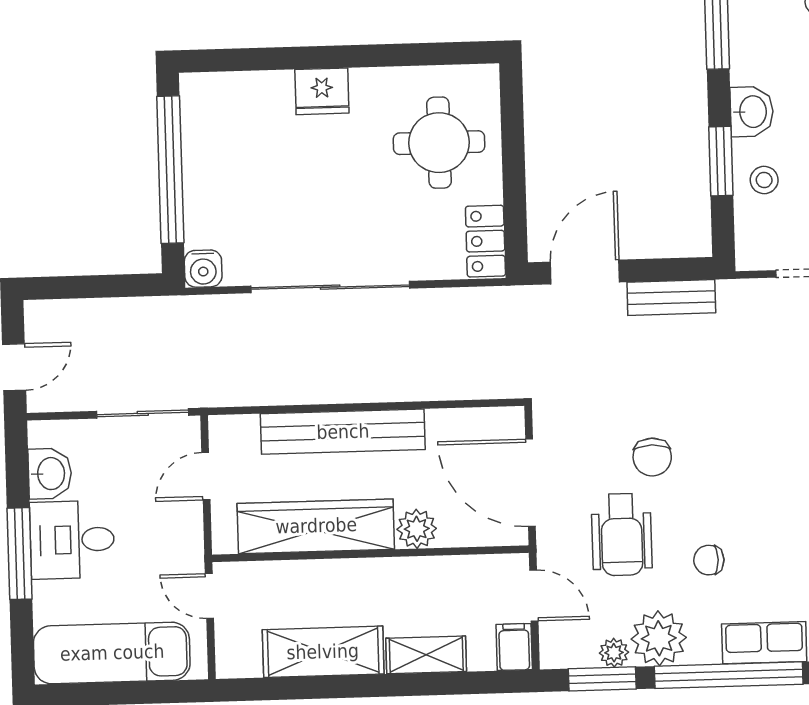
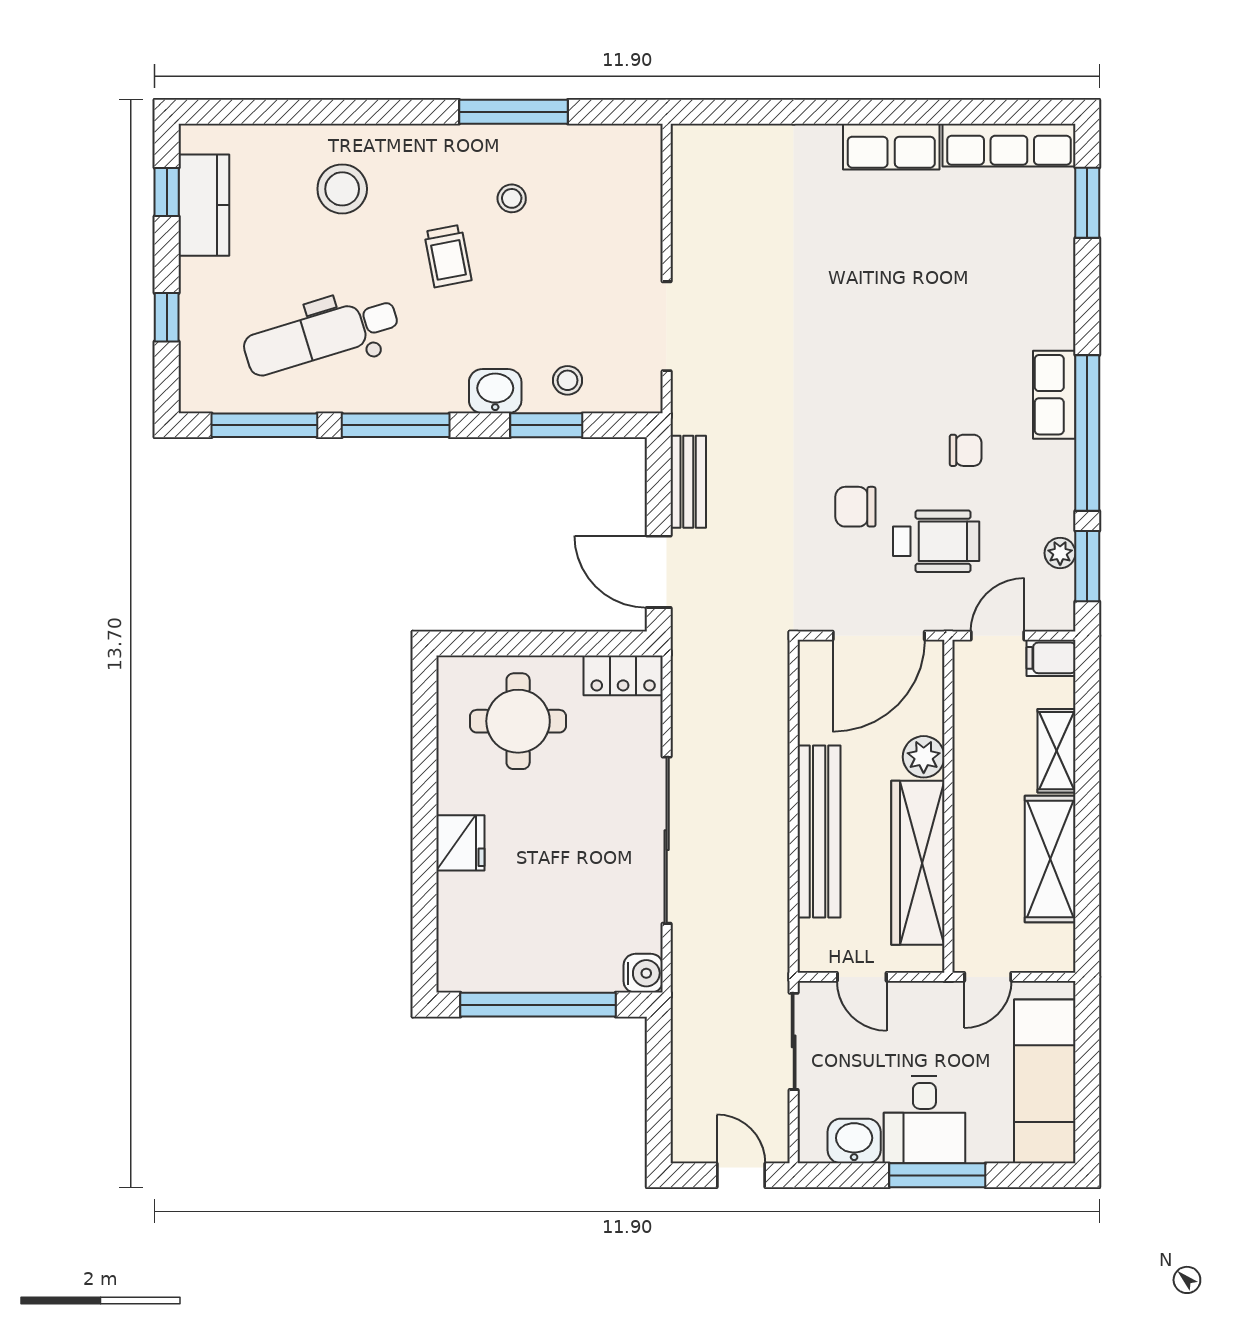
chair: (652, 457) -> (855, 507), turned 180
chair: (709, 560) -> (966, 450), turned -90
plant: (659, 638) -> (1046, 506), removed

